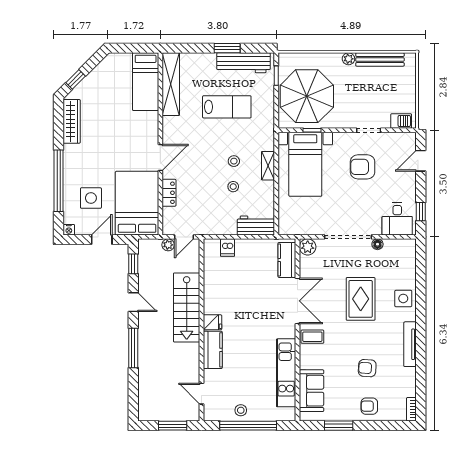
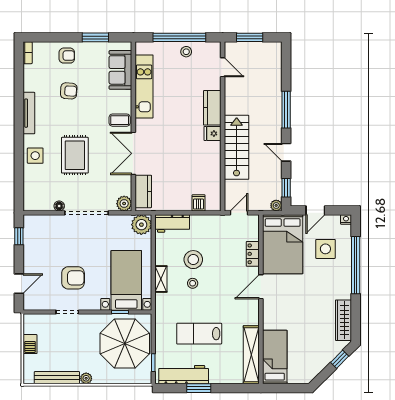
barbecue: (401, 121) -> (30, 344), moved, turned -90
stool: (233, 187) -> (193, 260), width x1.89, depth x1.89
desk: (397, 219) -> (41, 230), removed
plant: (289, 224) -> (141, 225), added
plant: (168, 245) -> (276, 205), moved

